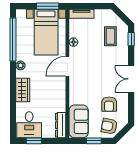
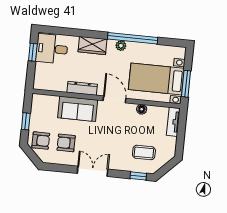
window: (13, 39) -> (133, 38), moved
sofa: (79, 121) -> (78, 109), moved
dresser: (61, 125) -> (82, 88), moved
armchair: (109, 126) -> (41, 141), turned 79

